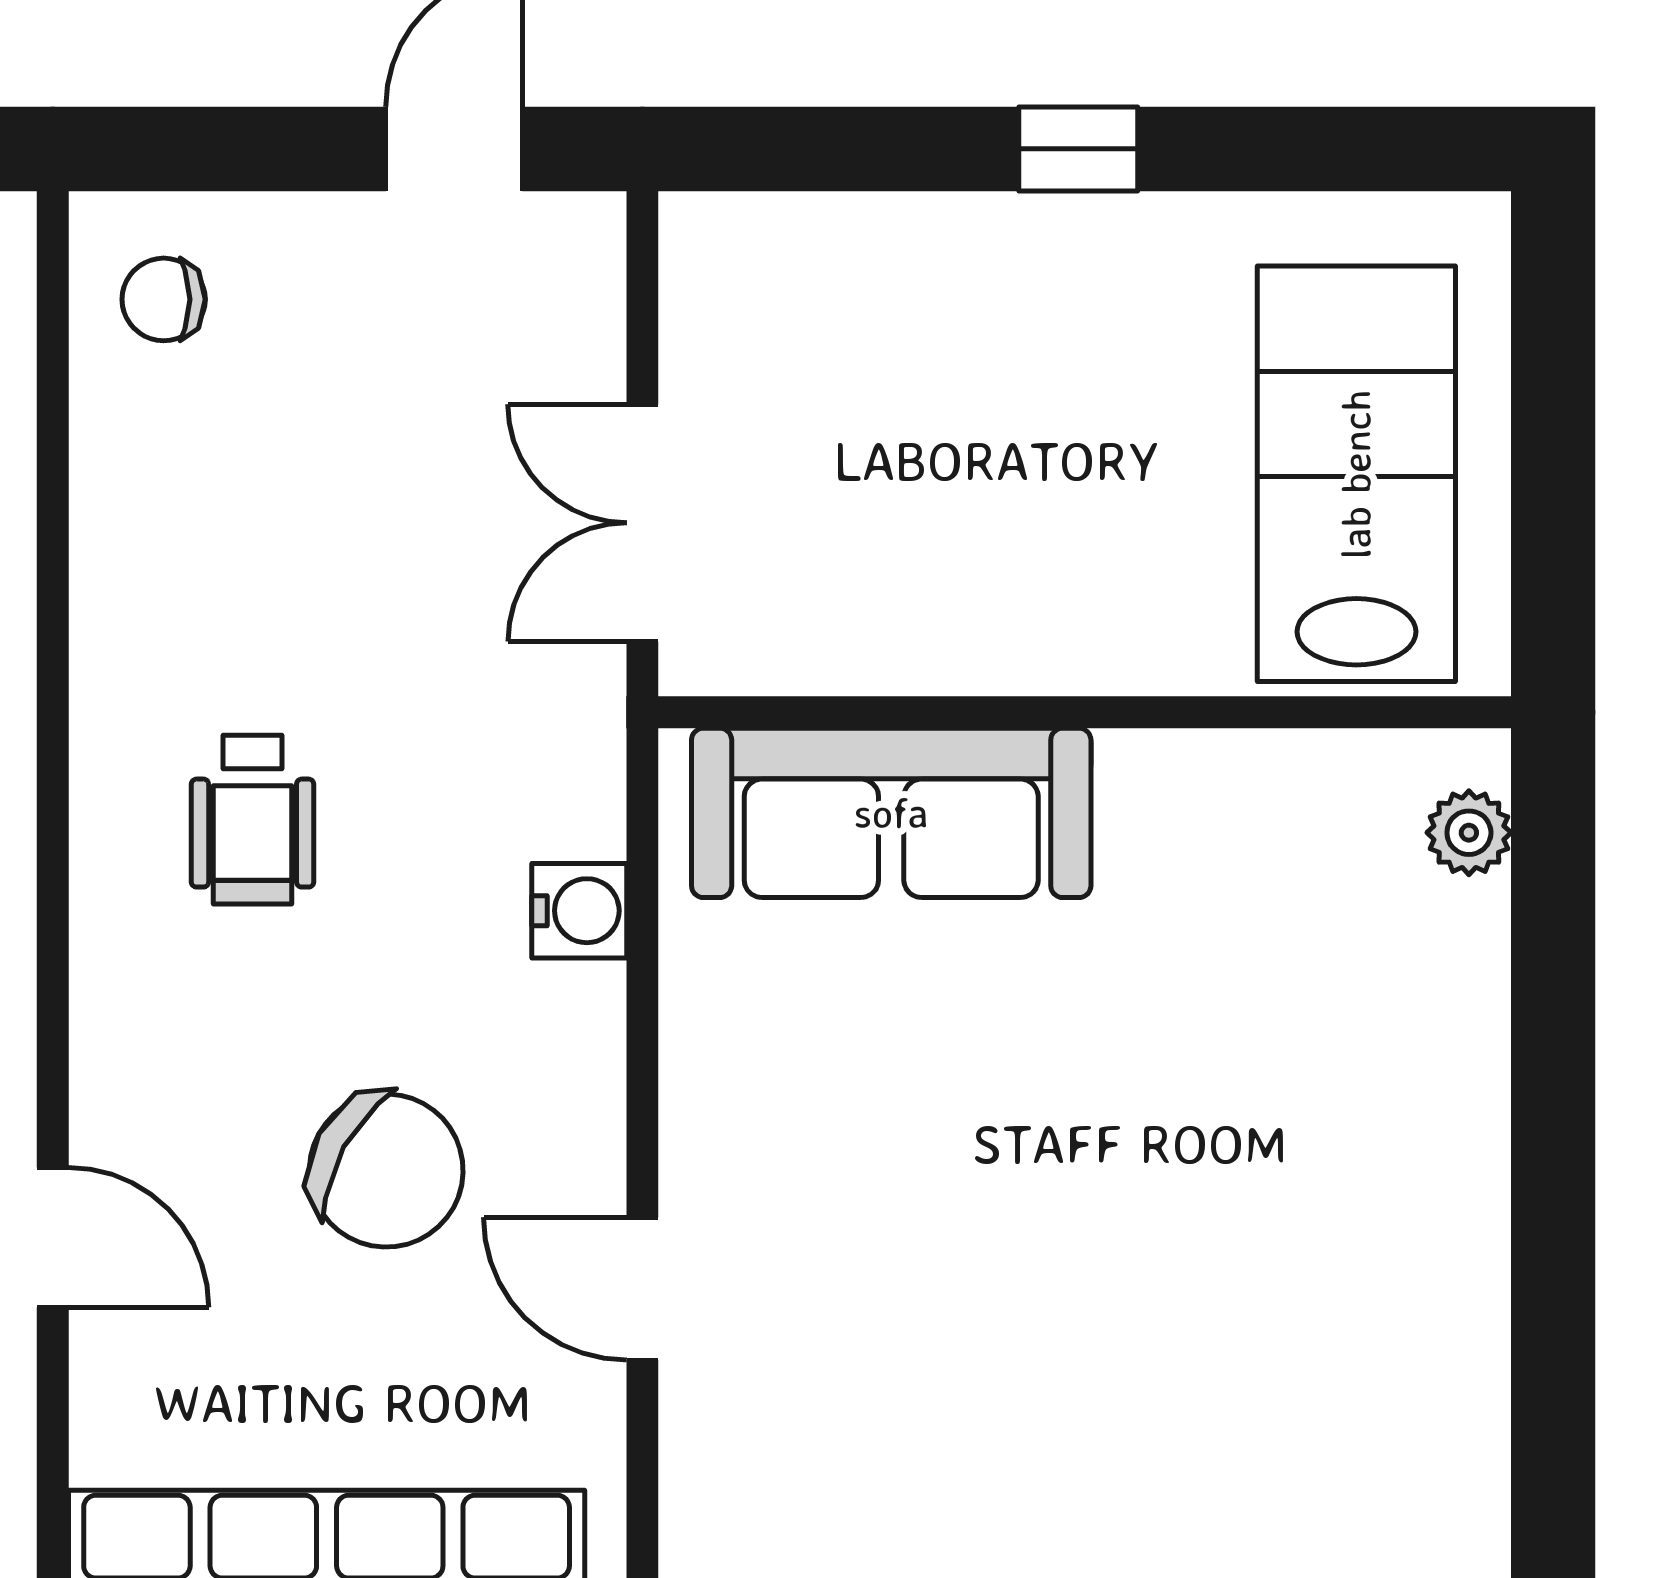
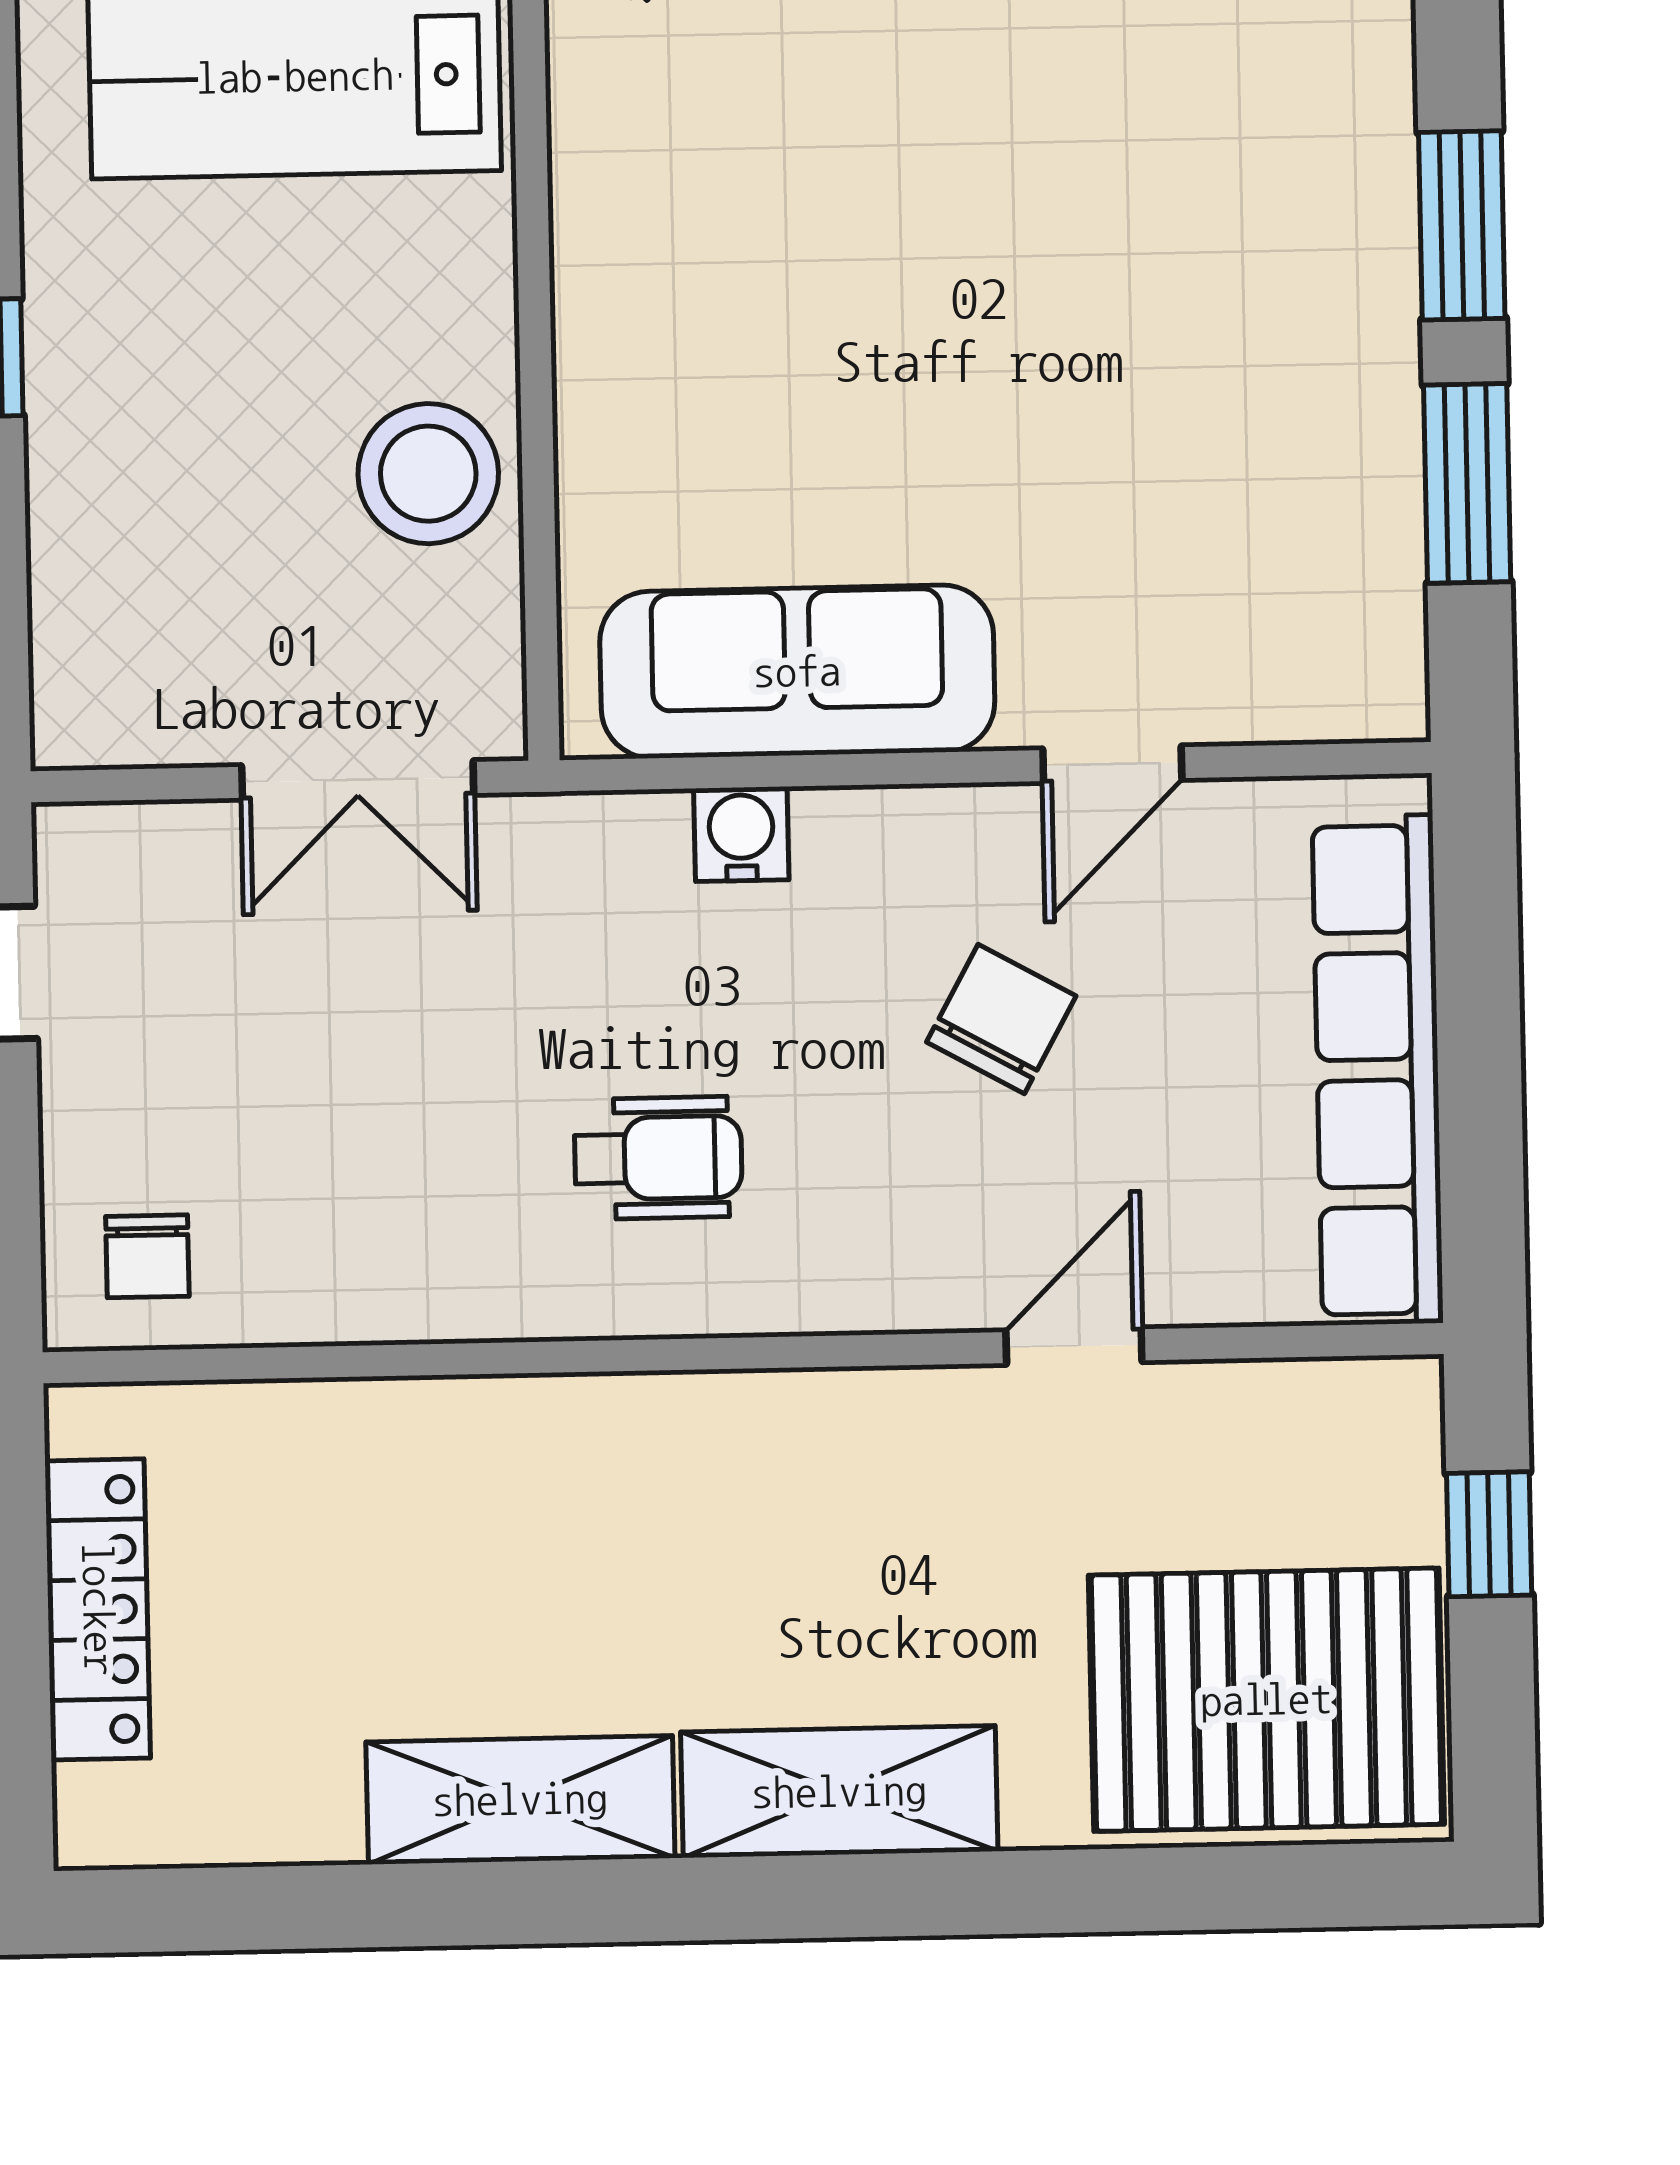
stool: (952, 601) -> (428, 474), added
sofa: (891, 813) -> (797, 672), moved, turned -90
chair: (386, 1171) -> (1001, 1019), width x0.73, depth x0.73

